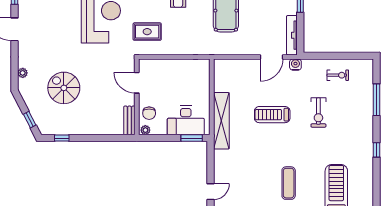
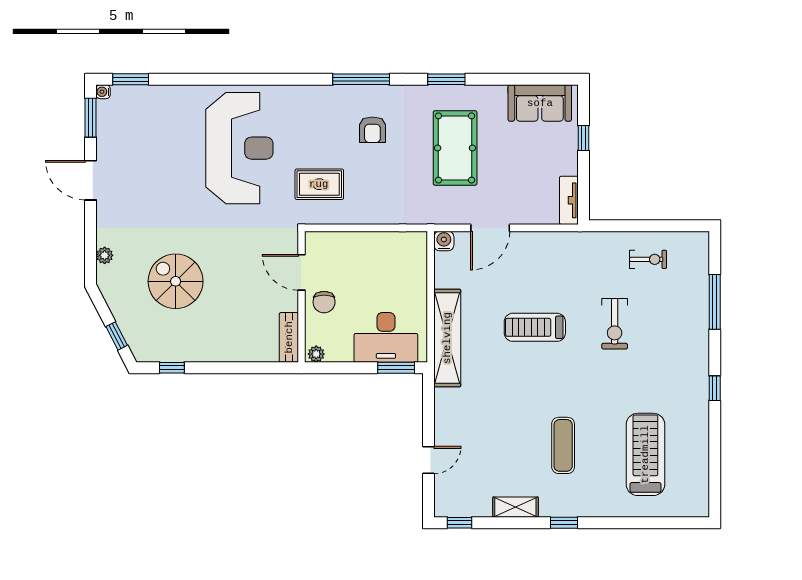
tv unit: (292, 35) -> (569, 200), width x0.71
door: (272, 57) -> (490, 228), moved
water cooler: (295, 65) -> (444, 241), moved
chair: (149, 113) -> (324, 302), moved

